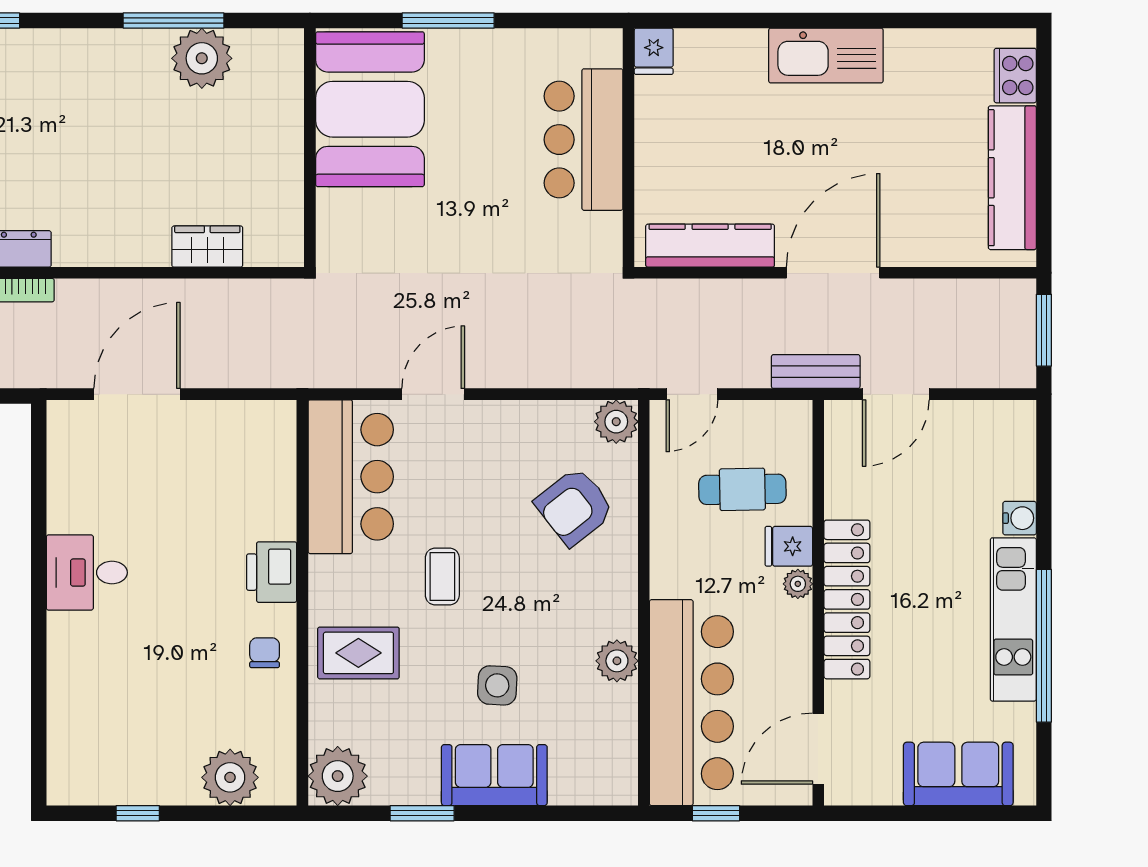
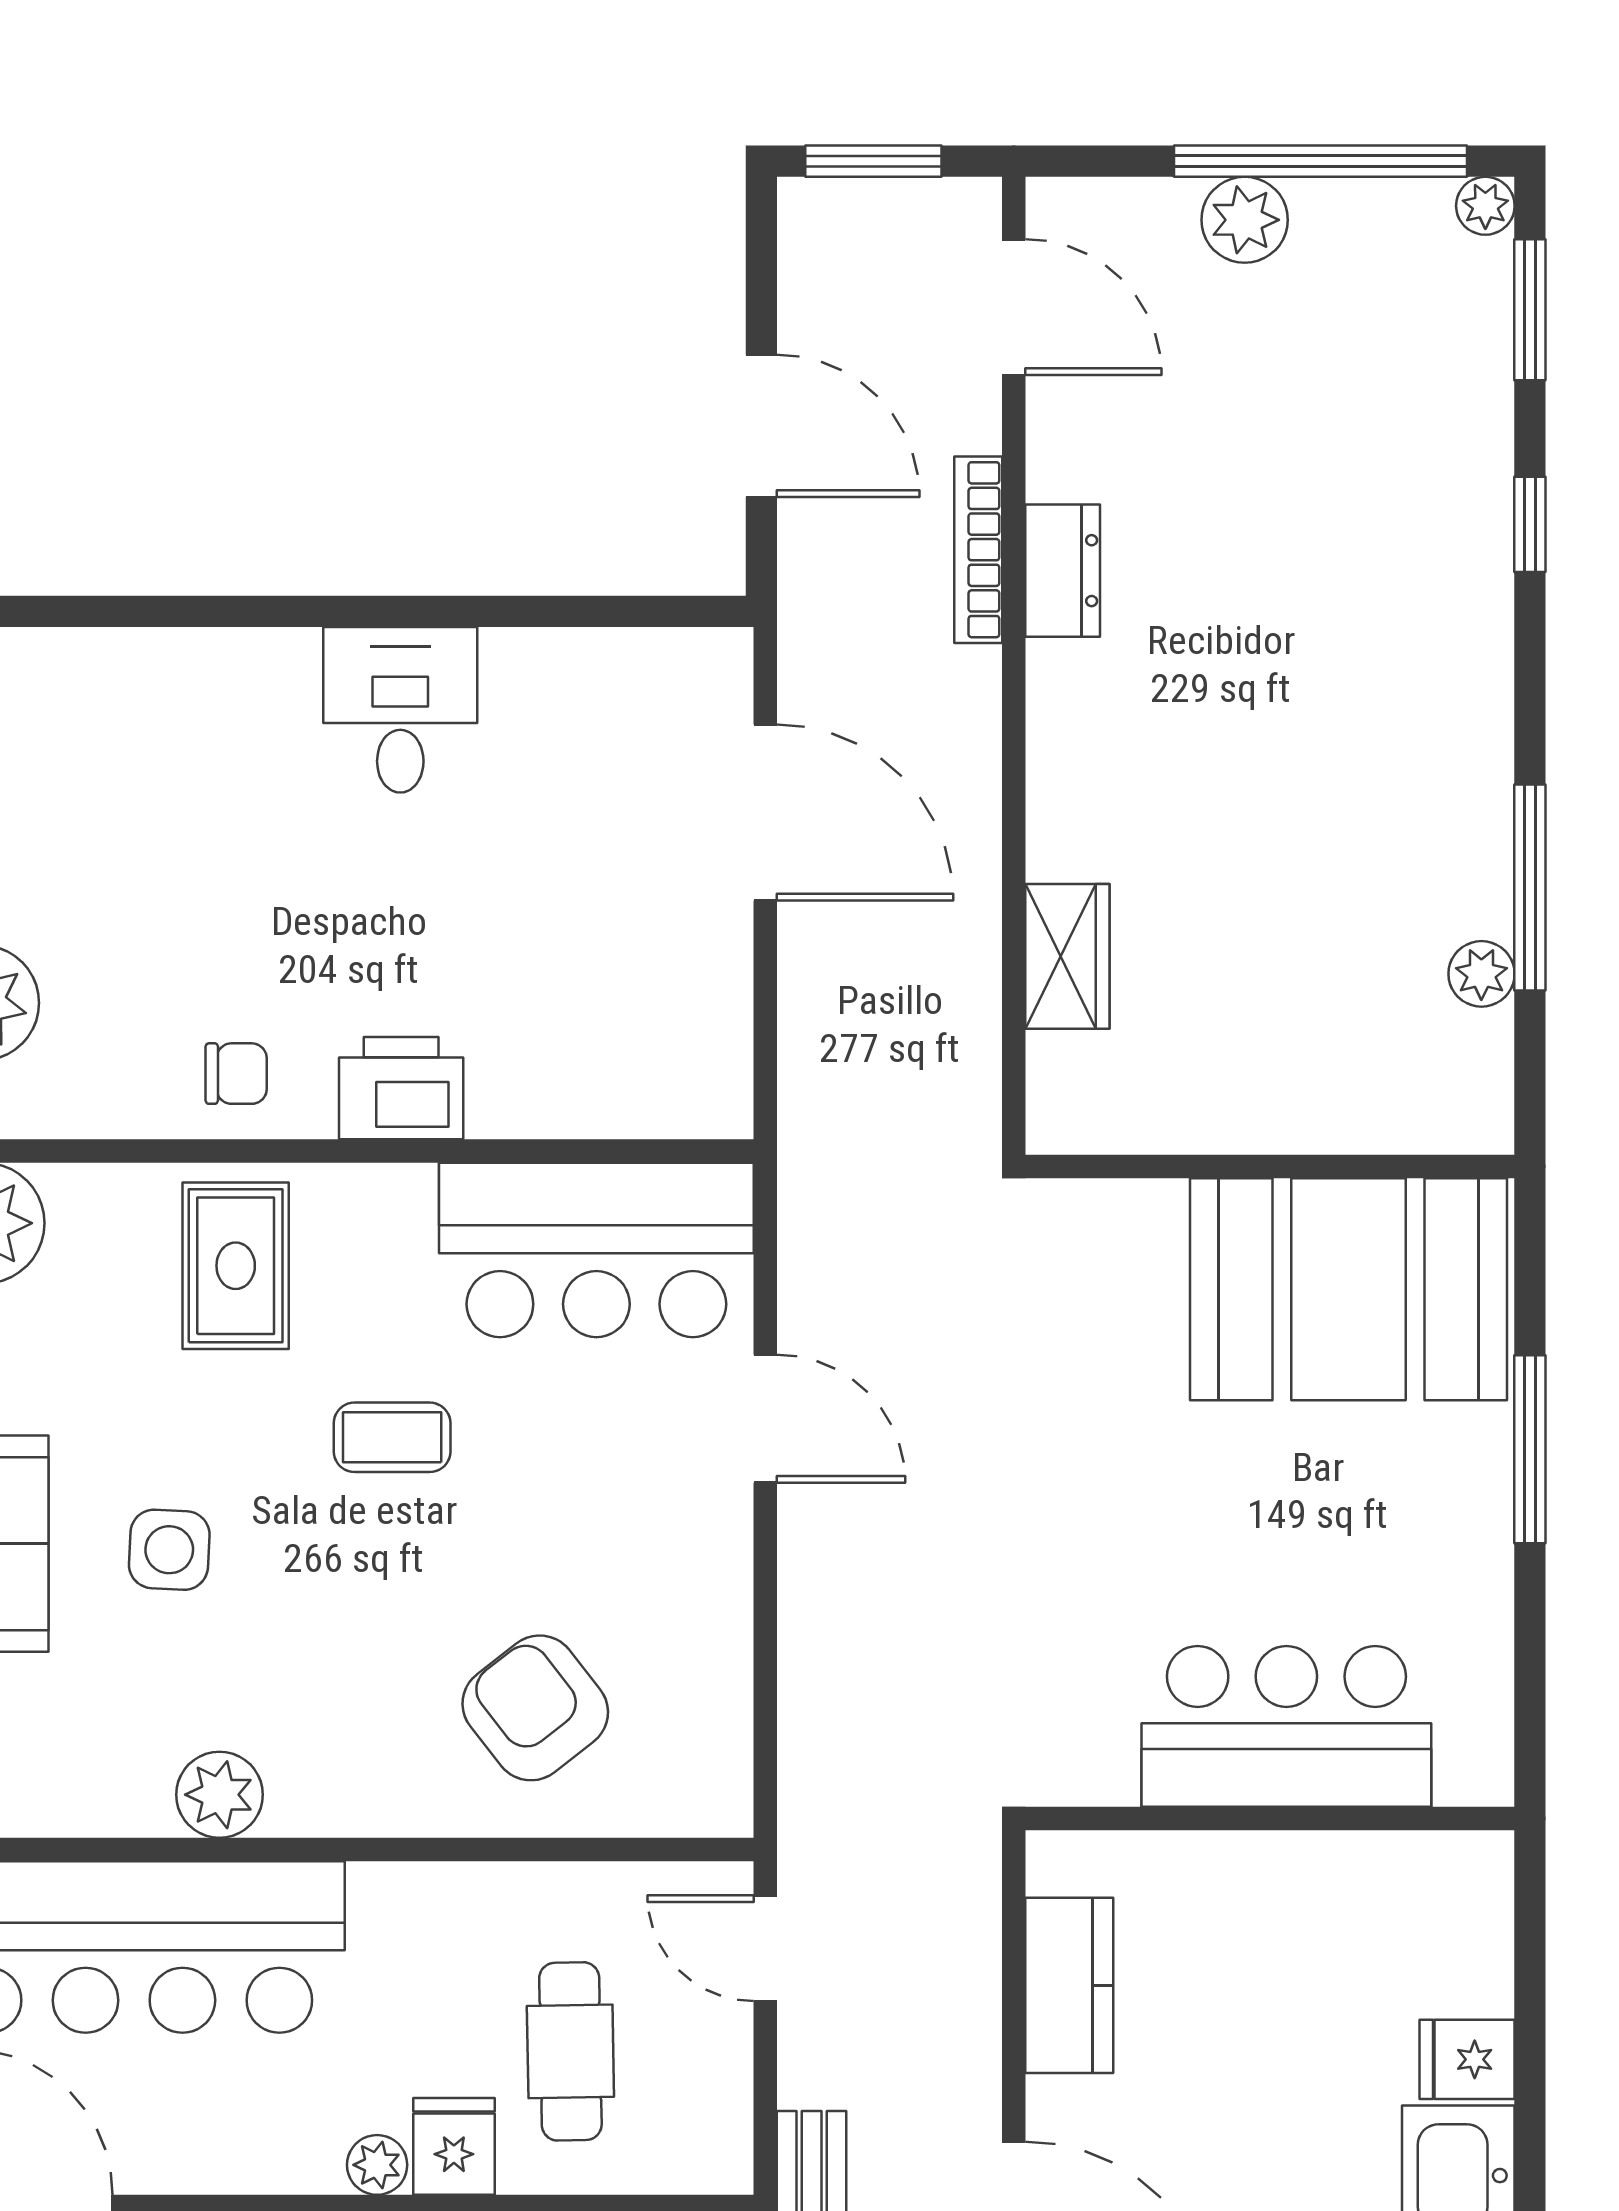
fridge: (654, 51) -> (1467, 2059), moved
plant: (202, 58) -> (1481, 974), width x0.53, depth x0.53
kitchen counter: (710, 246) -> (1069, 1985), width x0.67
plant: (616, 422) -> (709, 1793), removed

